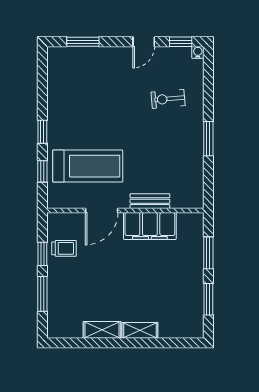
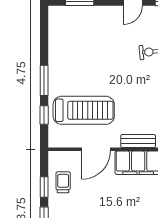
window: (42, 132) -> (44, 80), width x1.50
trolley: (64, 248) -> (63, 182), turned -90

